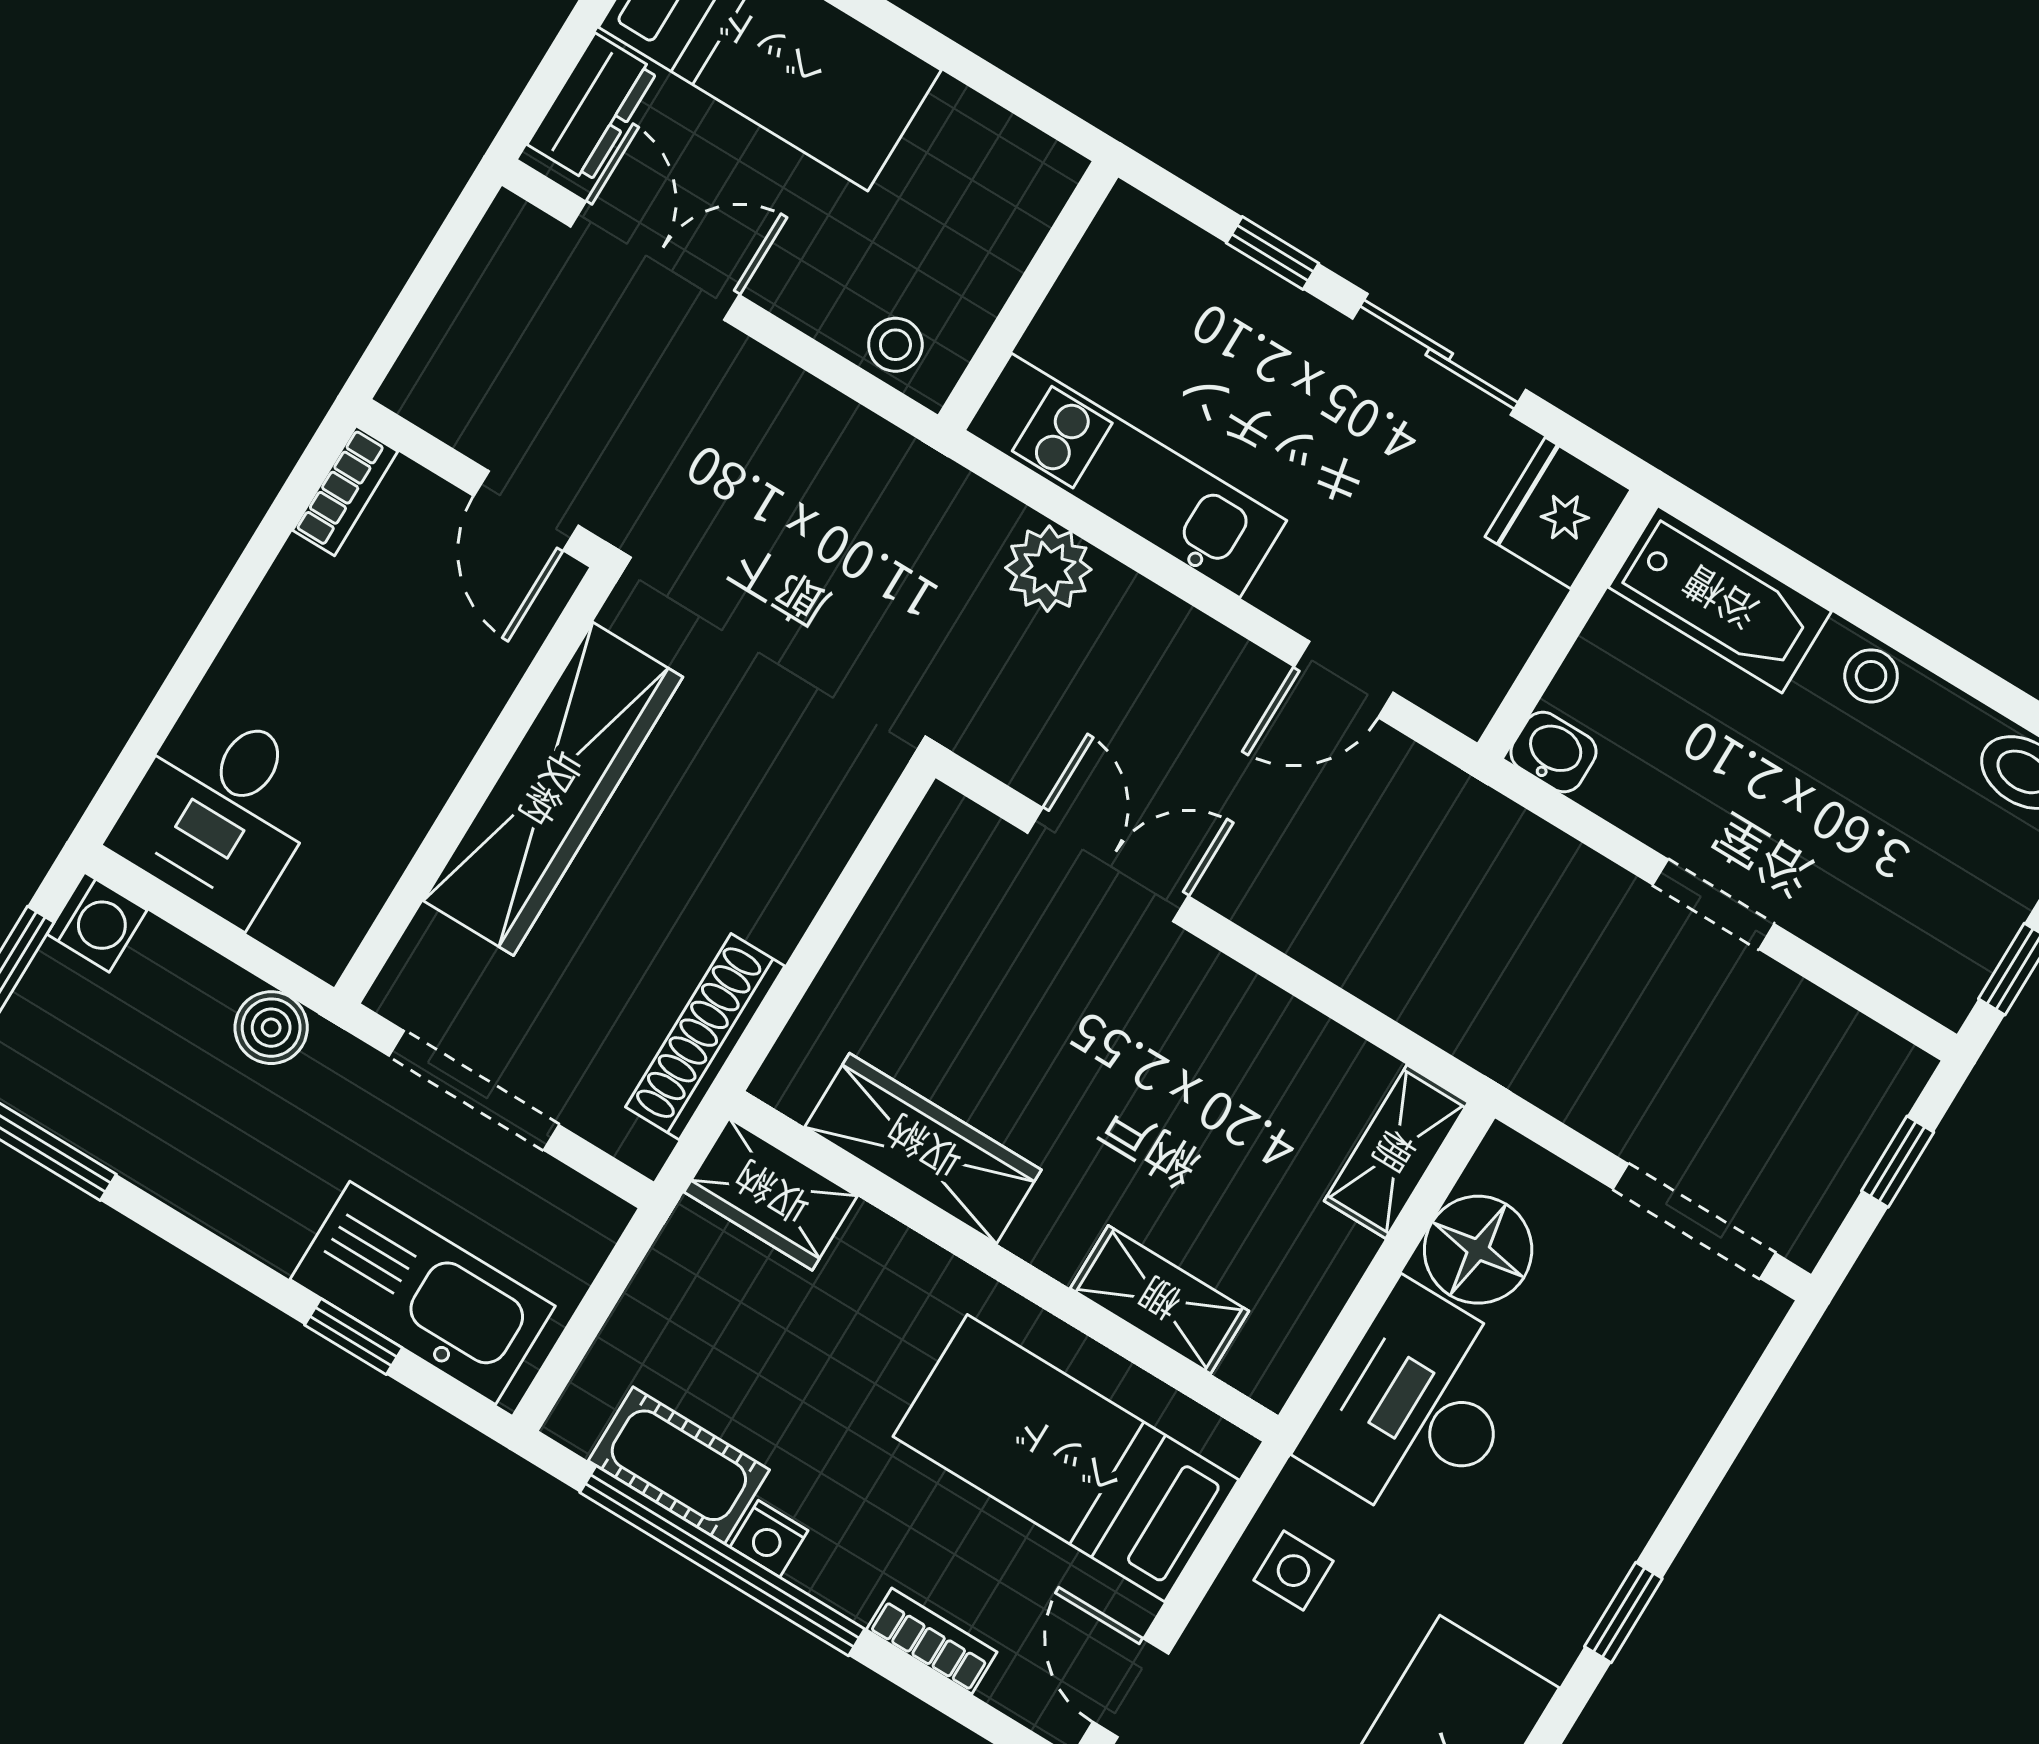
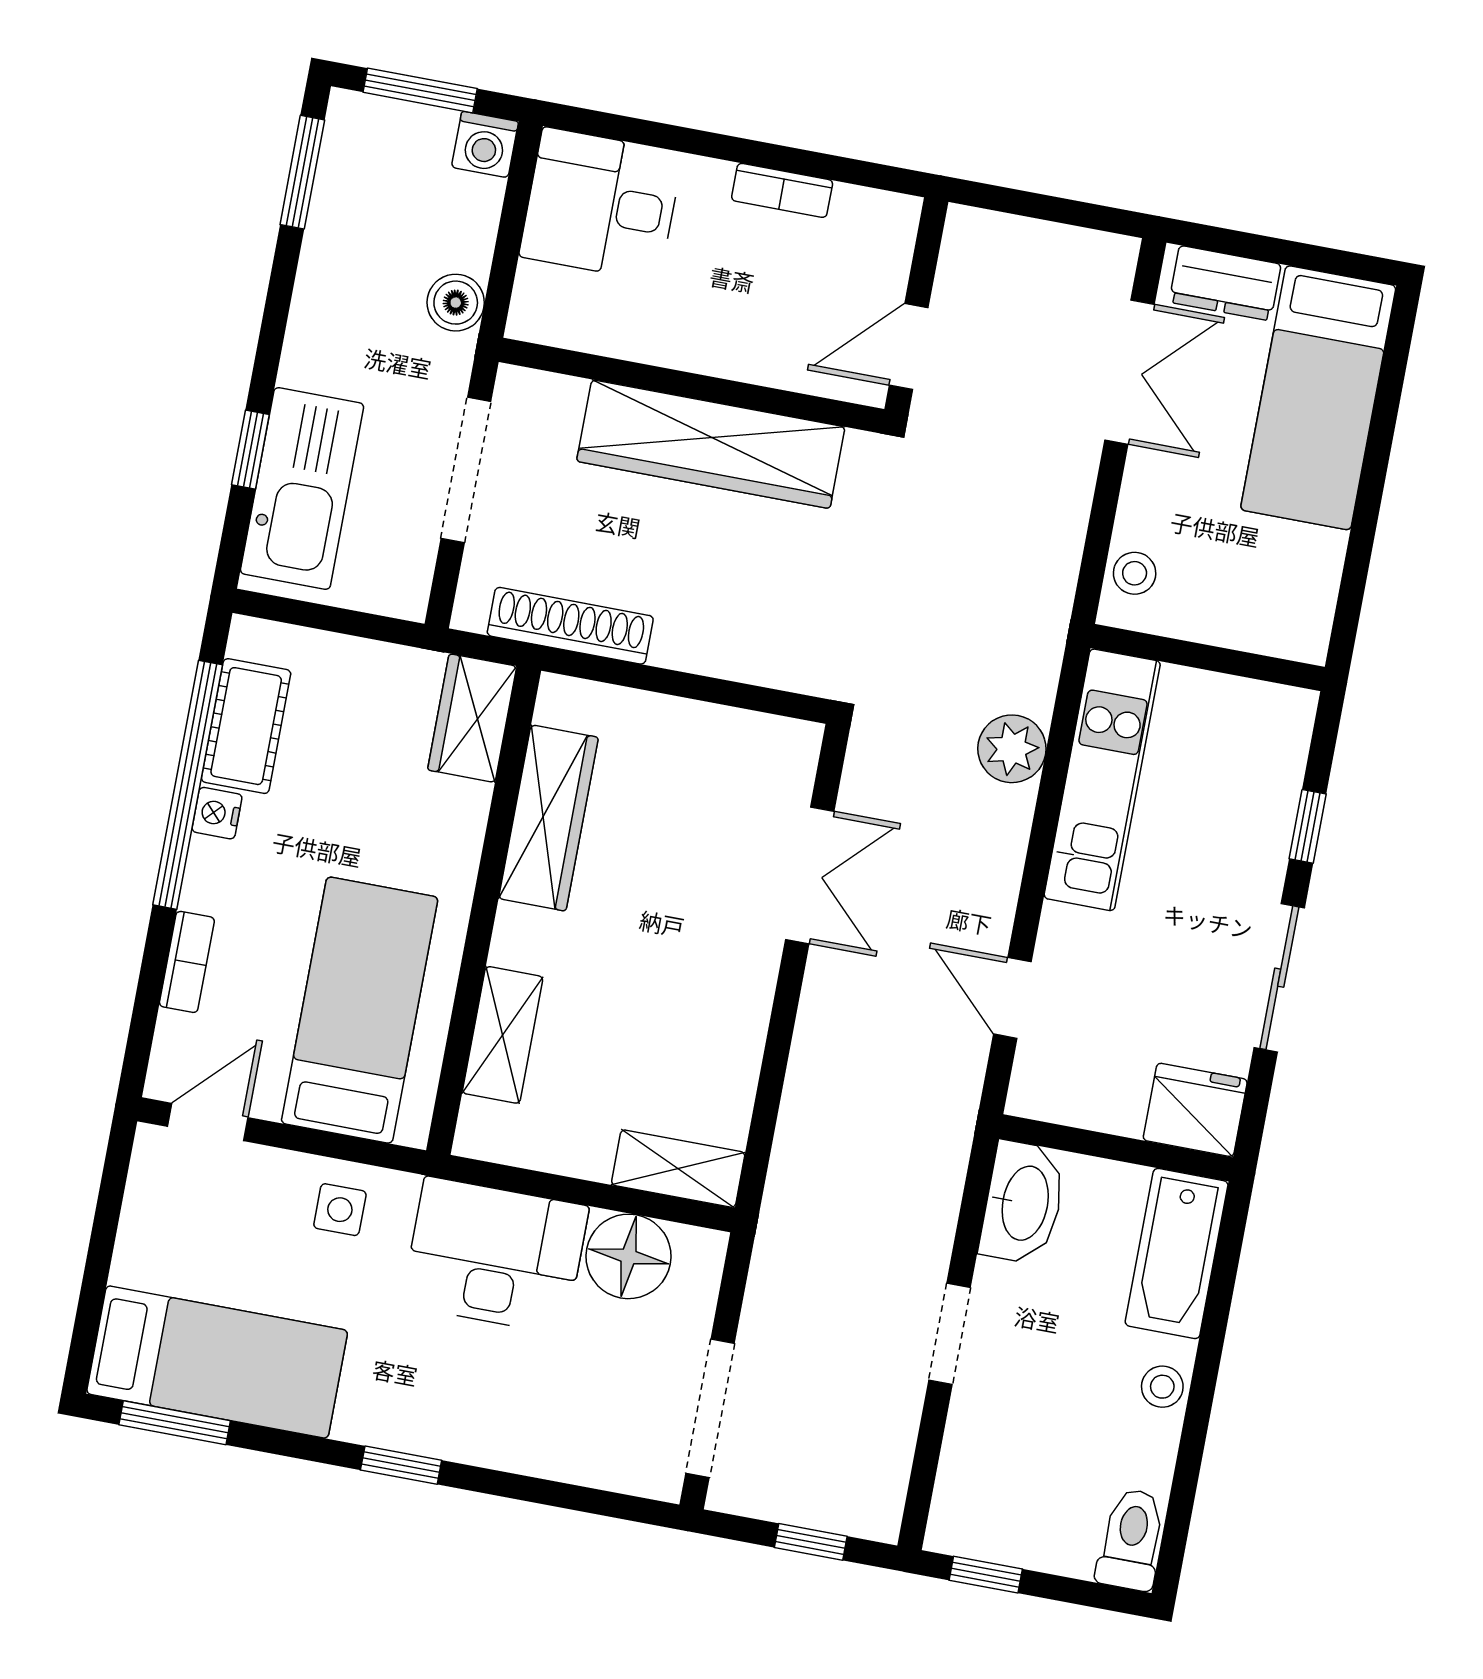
bookcase: (345, 491) -> (782, 190), moved
washbasin: (1553, 752) -> (1023, 1203), width x1.91, depth x1.45

